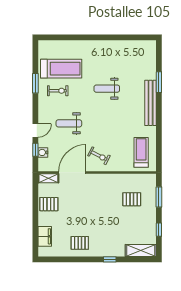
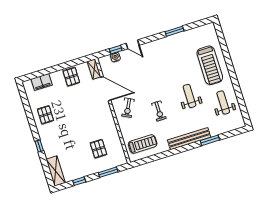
treadmill: (61, 69) -> (210, 65), moved
exercise bike: (58, 91) -> (159, 111), moved
weight bench: (69, 123) -> (223, 102), moved

